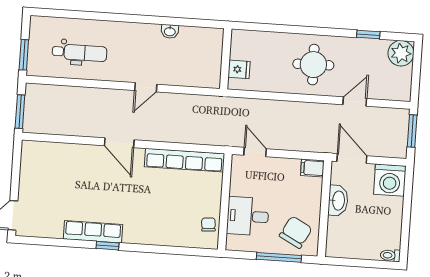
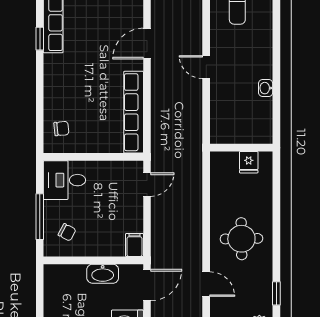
fridge: (239, 69) -> (249, 162), moved
desk: (248, 216) -> (64, 180), moved, turned -90
chair: (208, 225) -> (61, 129), moved
chair: (296, 232) -> (67, 232), width x0.54, depth x0.54

